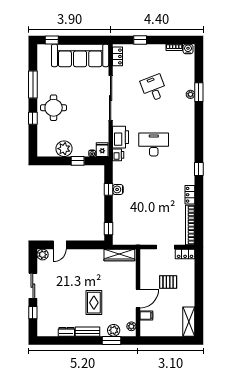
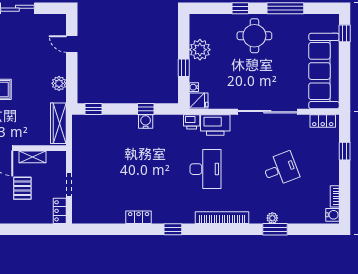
bookcase: (190, 225) -> (222, 218), moved
plant: (43, 255) -> (59, 83), moved
shelving: (145, 274) -> (32, 157), added

